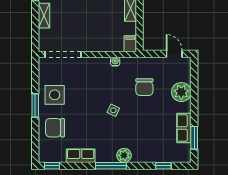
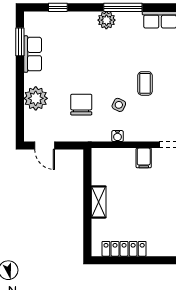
filing cabinet: (130, 44) -> (144, 158), moved
coffee table: (93, 104) -> (145, 83), added
side table: (113, 110) -> (119, 105), moved

